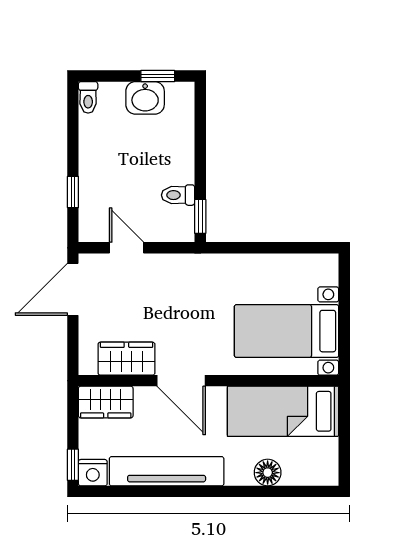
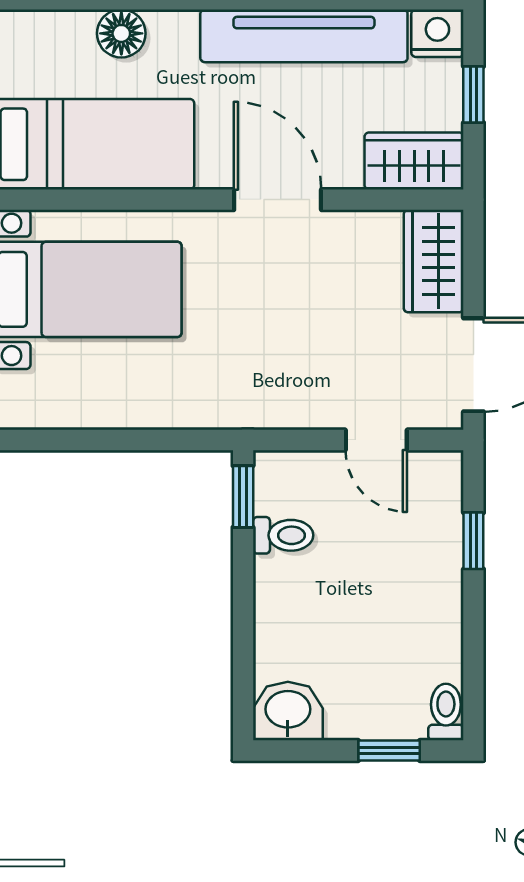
window: (158, 76) -> (389, 750), moved
washbasin: (145, 98) -> (288, 711), moved
wardrobe: (126, 359) -> (434, 261), moved, turned 90
window: (73, 465) -> (473, 94), moved

